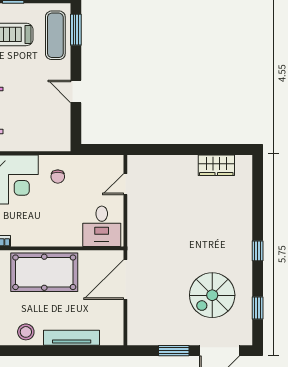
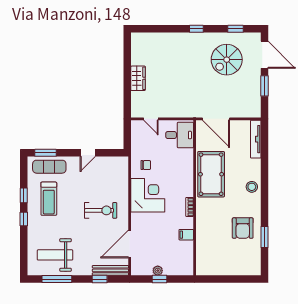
wardrobe: (216, 165) -> (138, 78), moved
spiral stairs: (212, 295) -> (227, 60), turned 90
tv unit: (72, 338) -> (256, 139), moved

